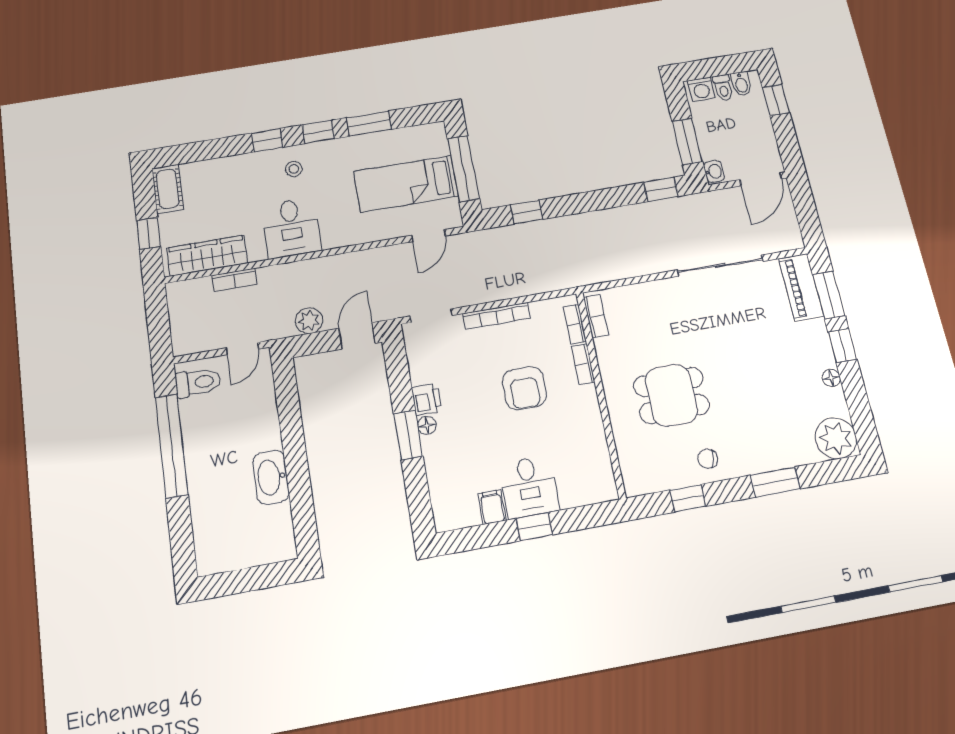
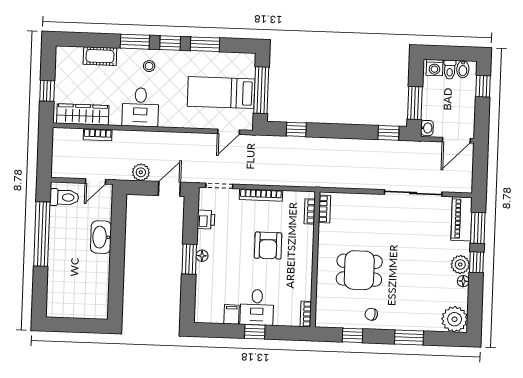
window: (267, 140) -> (135, 42), width x1.50
cot: (168, 189) -> (100, 56), moved, turned 90
plant: (819, 354) -> (460, 264), added
bookcase: (583, 364) -> (306, 314), moved
printer: (427, 399) -> (206, 220), moved
washbasin: (271, 477) -> (101, 237), moved

